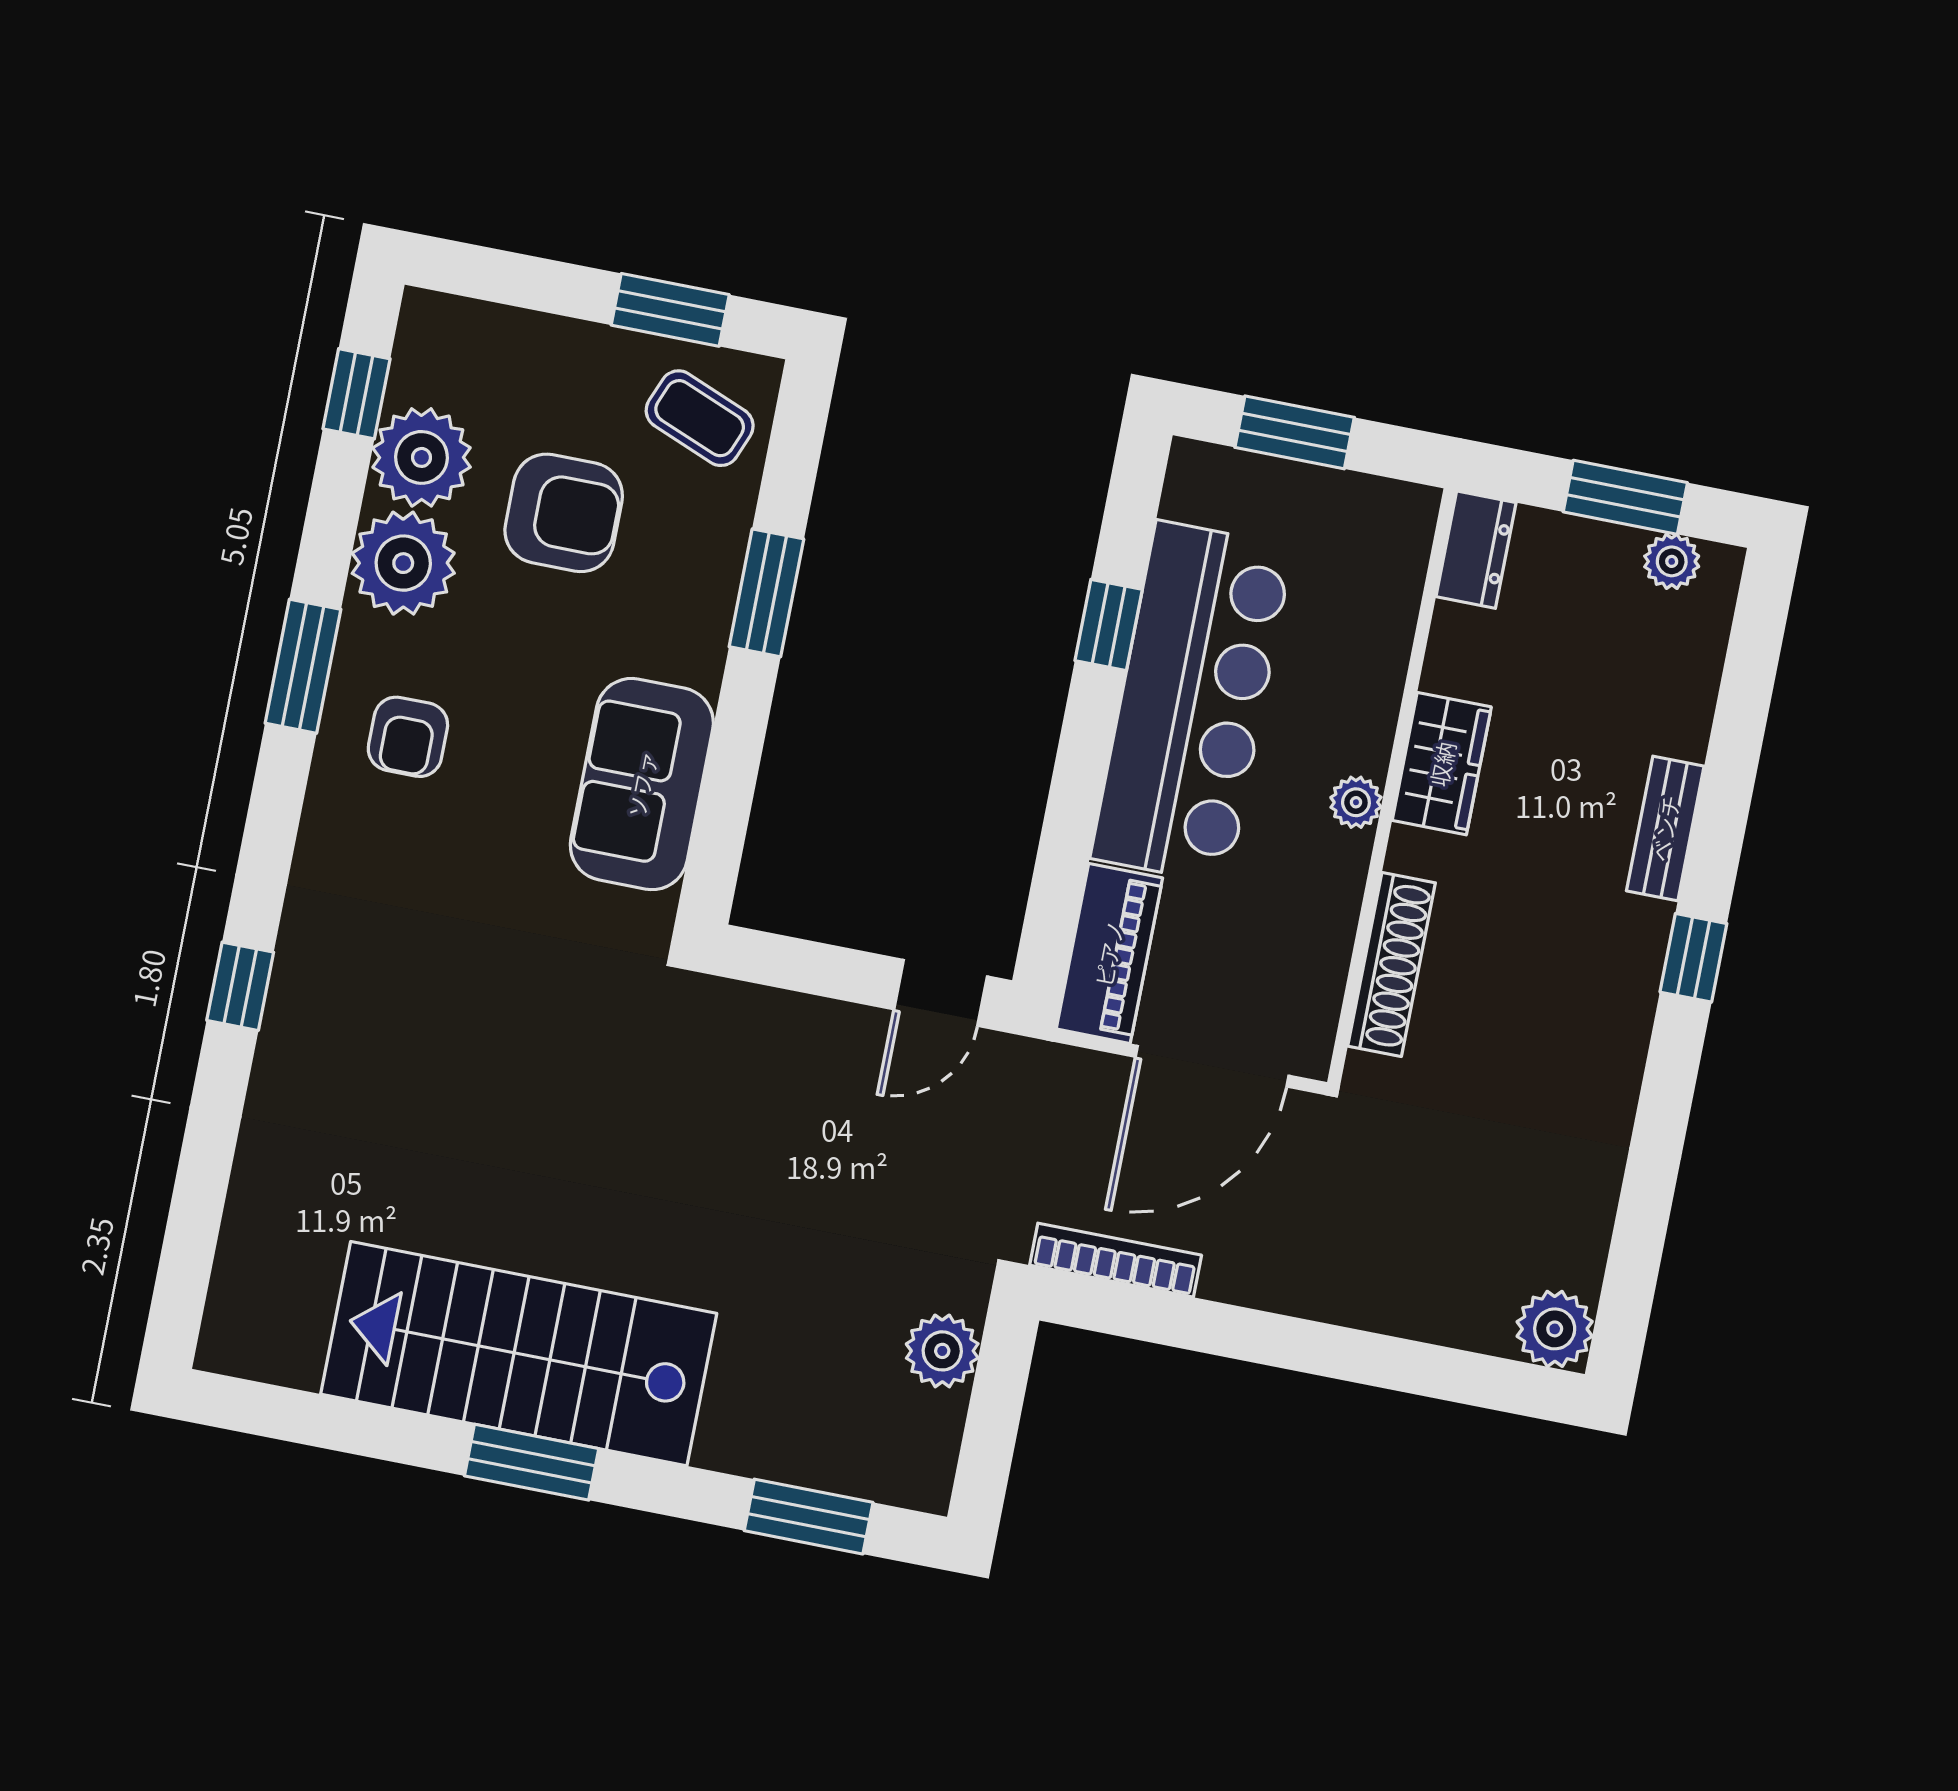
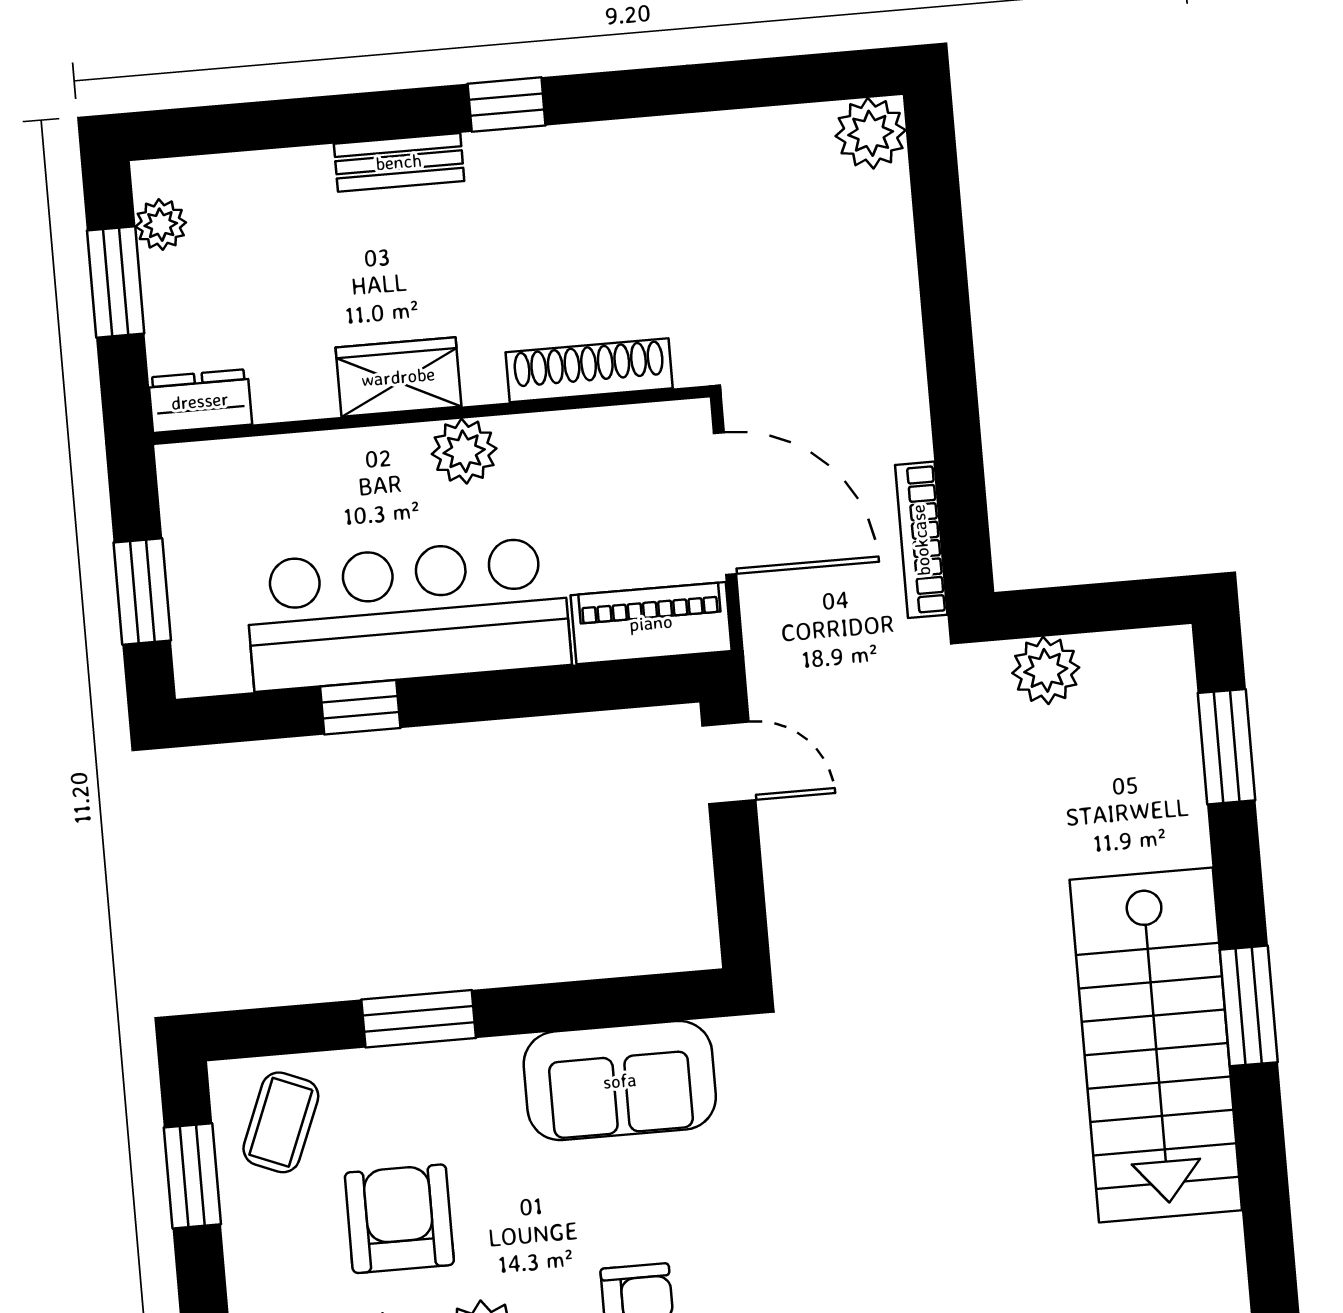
plant: (1356, 802) -> (464, 451), width x1.38, depth x1.38

